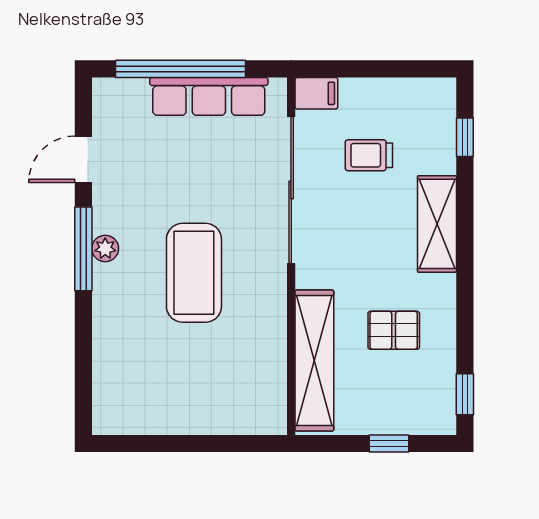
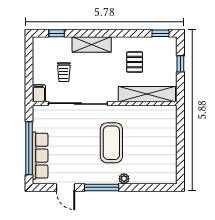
row of seats: (209, 96) -> (40, 156), moved
plant: (105, 249) -> (124, 179), moved
coffee table: (194, 273) -> (111, 143), turned 90

